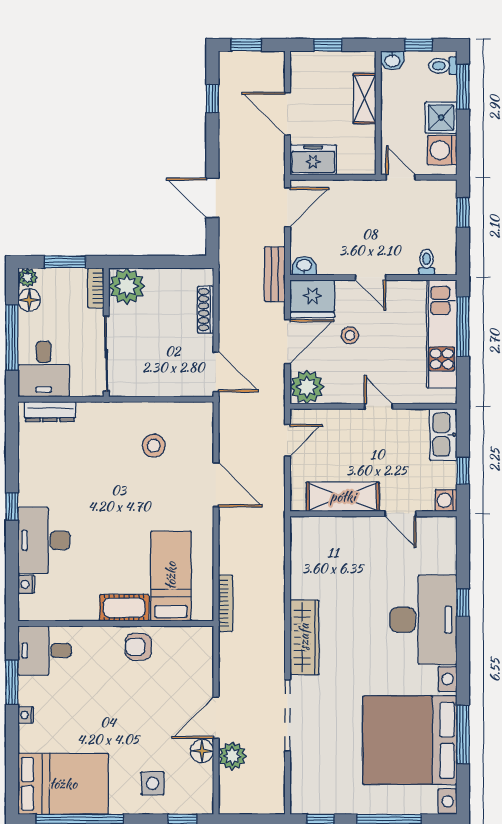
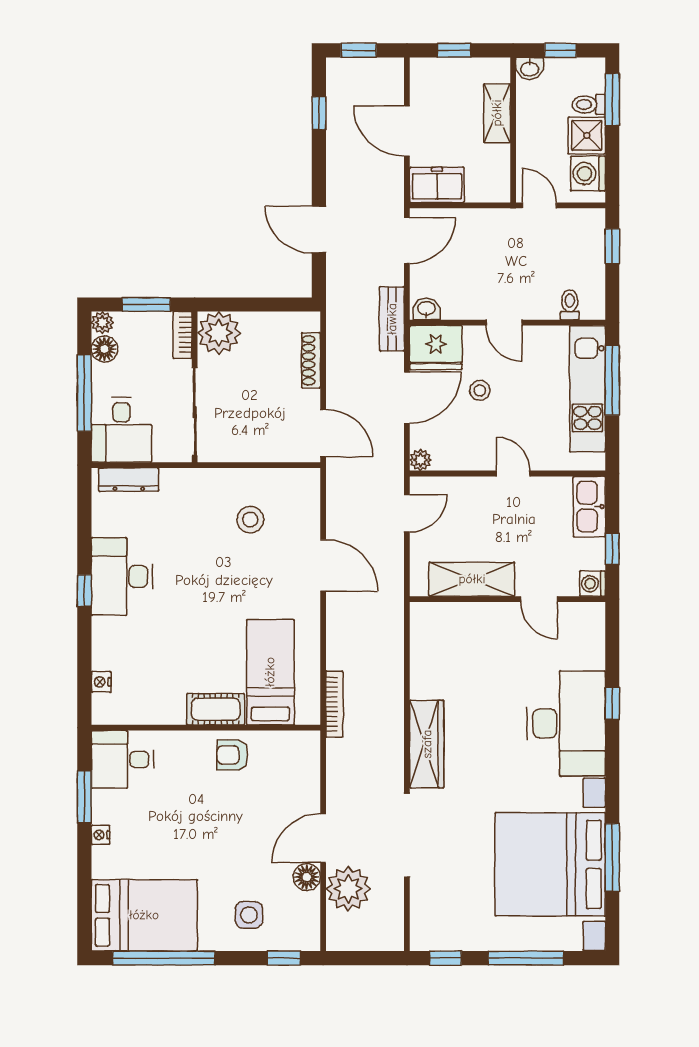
toilet: (443, 66) -> (589, 105), moved
plant: (307, 387) -> (420, 460), width x0.53, depth x0.53
desk: (44, 540) -> (122, 576), moved
plant: (232, 756) -> (348, 889), width x1.36, depth x1.36

